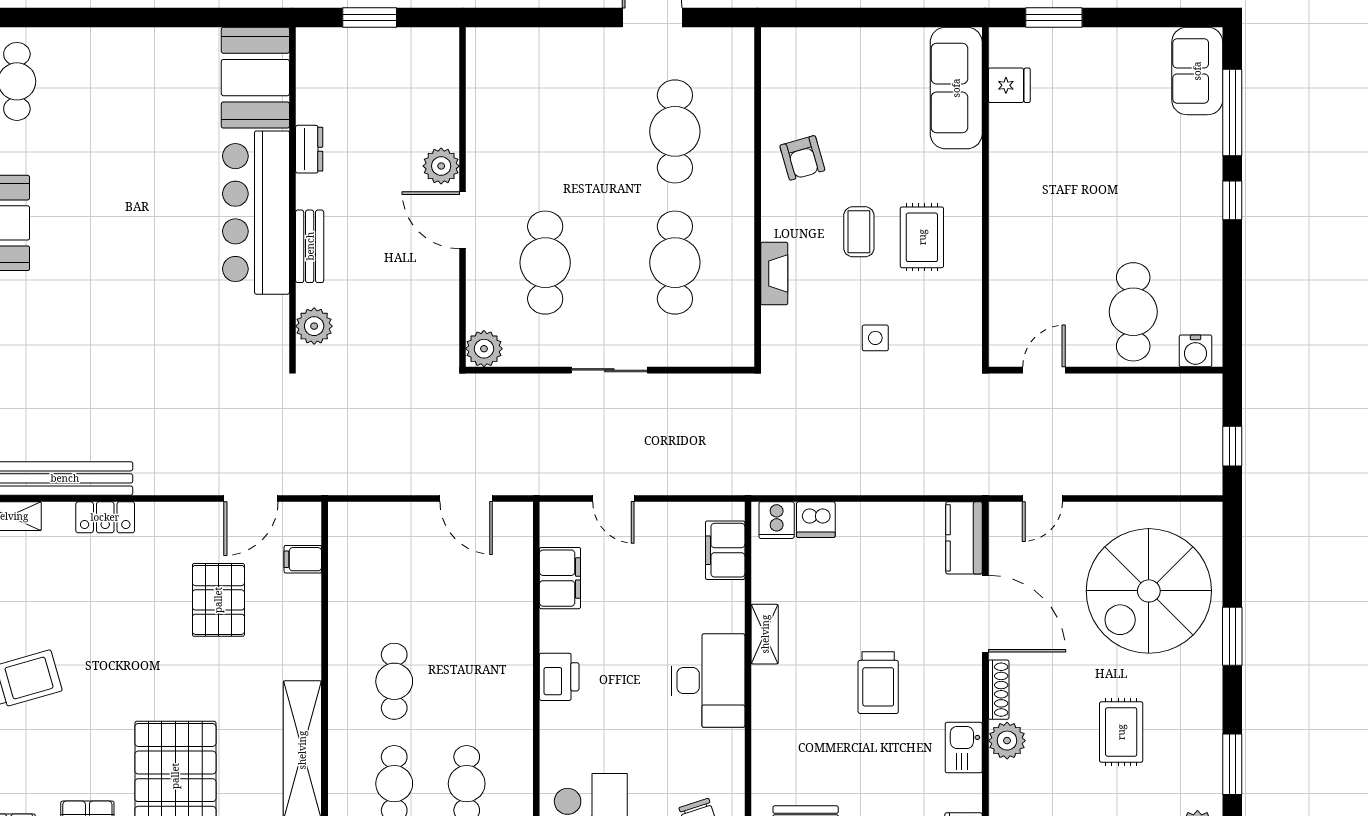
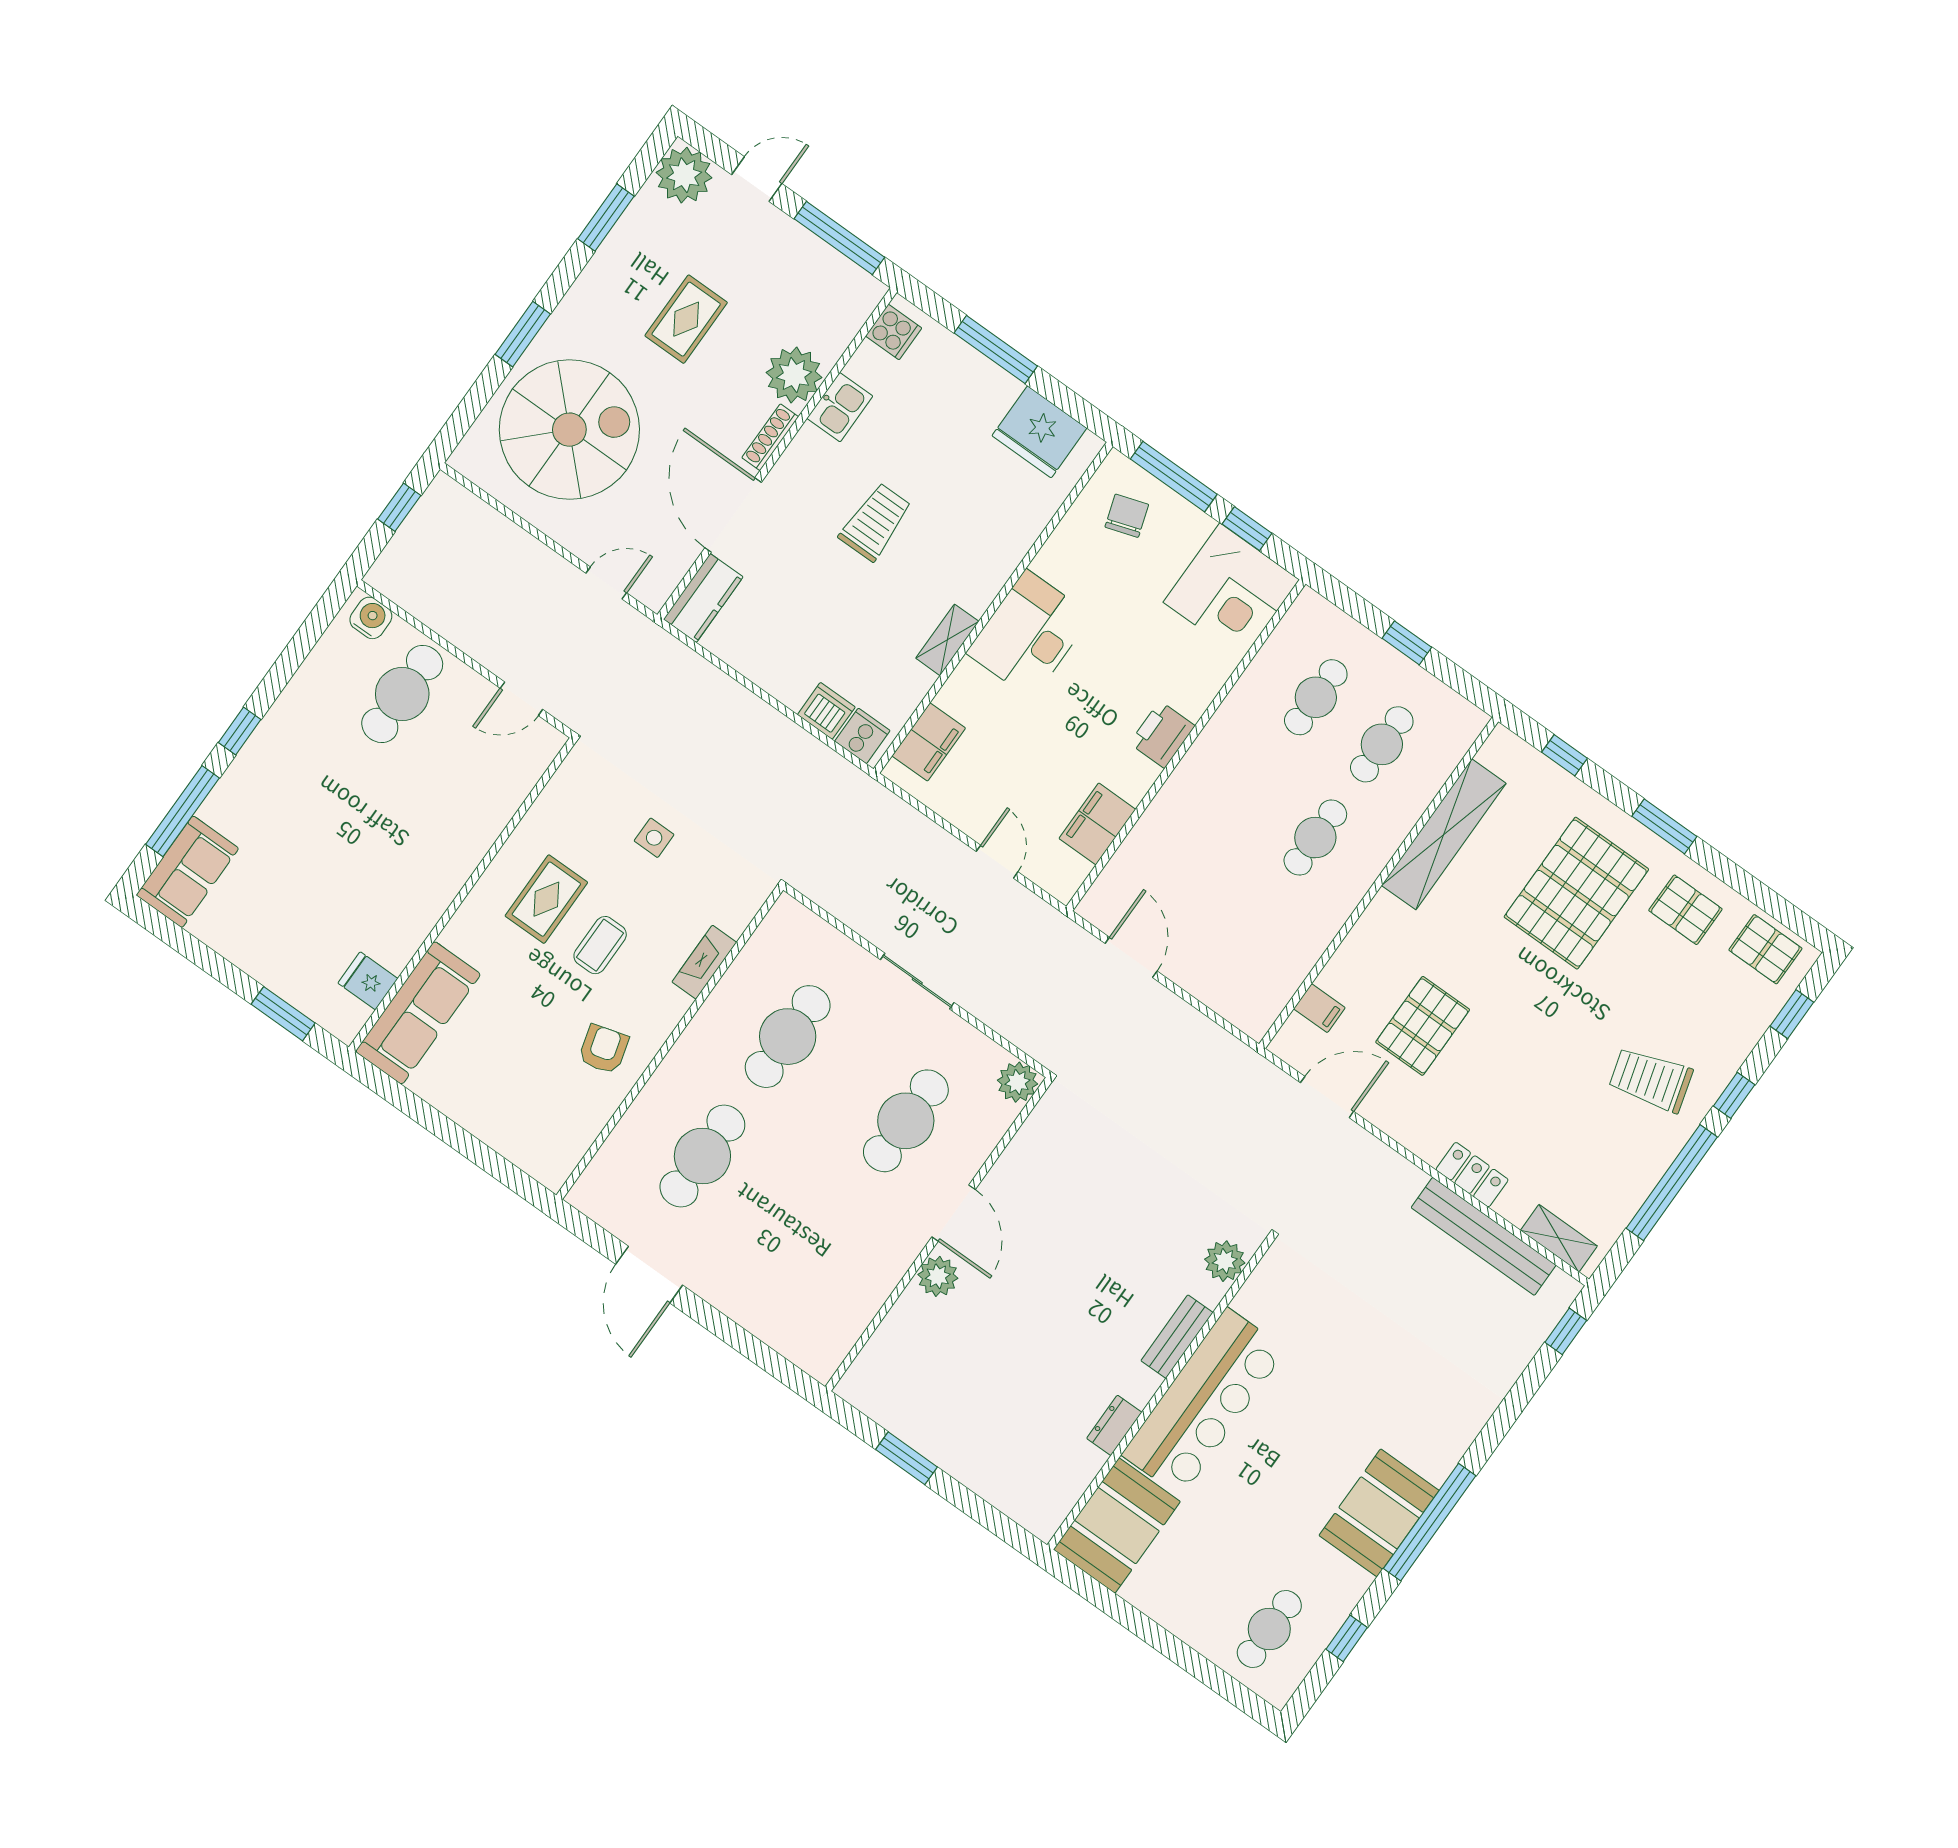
booth: (255, 78) -> (1117, 1526), moved
dresser: (309, 149) -> (1114, 1425), moved
wall: (293, 197) -> (1161, 1393), moved
bar counter: (256, 213) -> (1204, 1402), moved
bench: (310, 246) -> (1177, 1337), moved
plant: (314, 326) -> (1225, 1261), moved
plant: (1007, 741) -> (794, 375), width x1.36, depth x1.36

